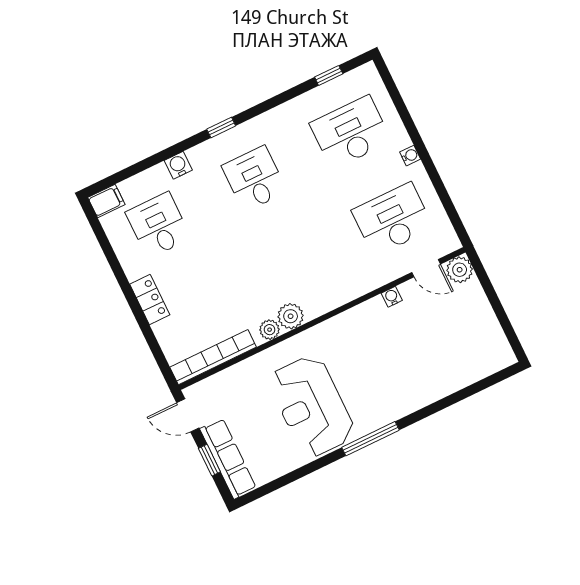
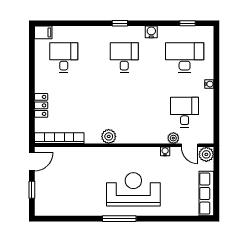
water cooler: (178, 165) -> (151, 32), moved
desk: (393, 219) -> (185, 112), width x0.73
locker: (150, 299) -> (41, 105), moved
plant: (270, 330) -> (173, 138), moved
reception desk: (312, 406) -> (133, 189), moved, turned 90
door: (188, 415) -> (32, 162), swing flipped
row of seats: (228, 458) -> (206, 194), moved, turned 180

